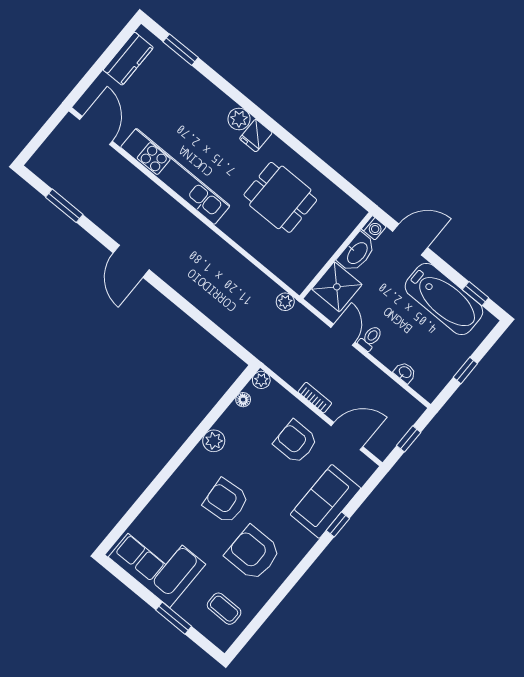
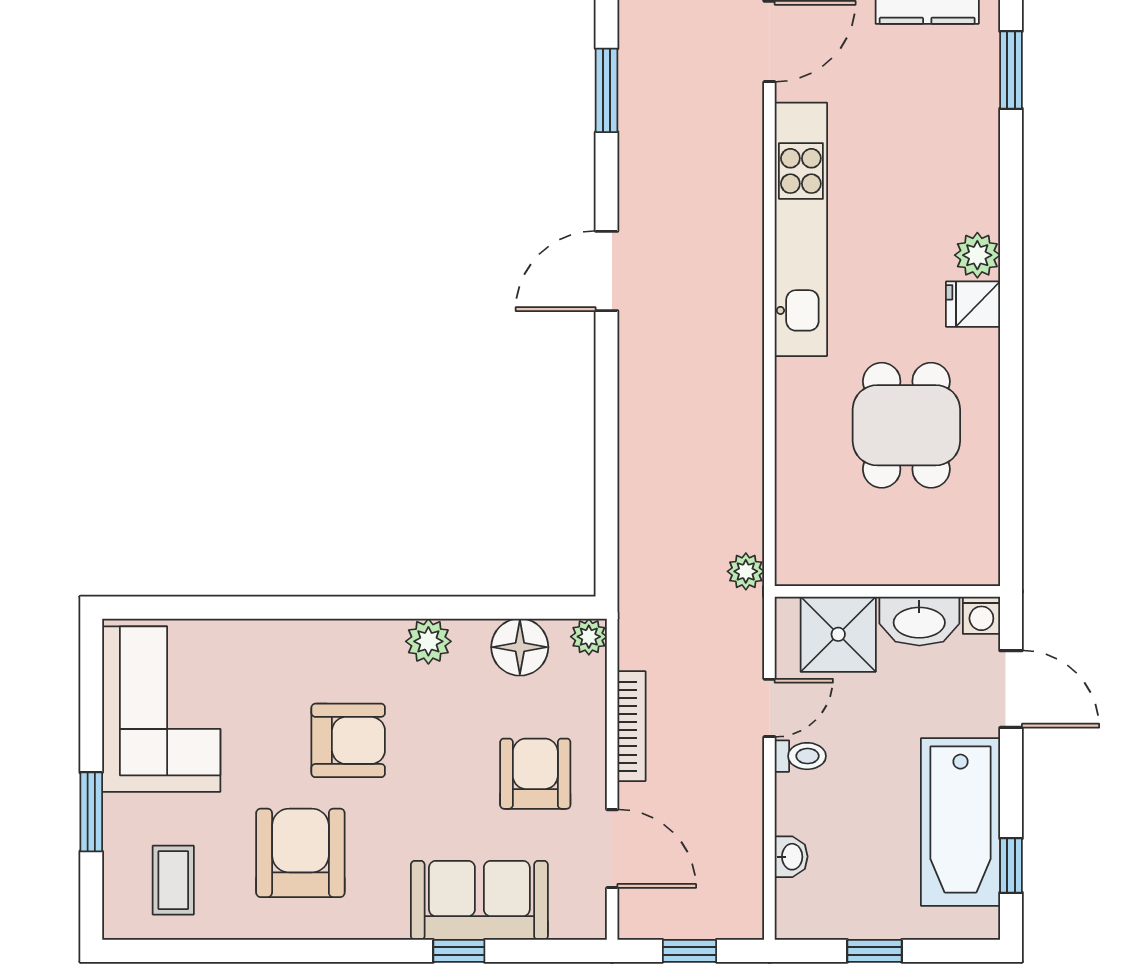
bookcase: (315, 398) -> (632, 726), width x1.56
floor lamp: (243, 400) -> (520, 647), width x1.89, depth x1.89
armchair: (226, 501) -> (348, 740), turned 95

